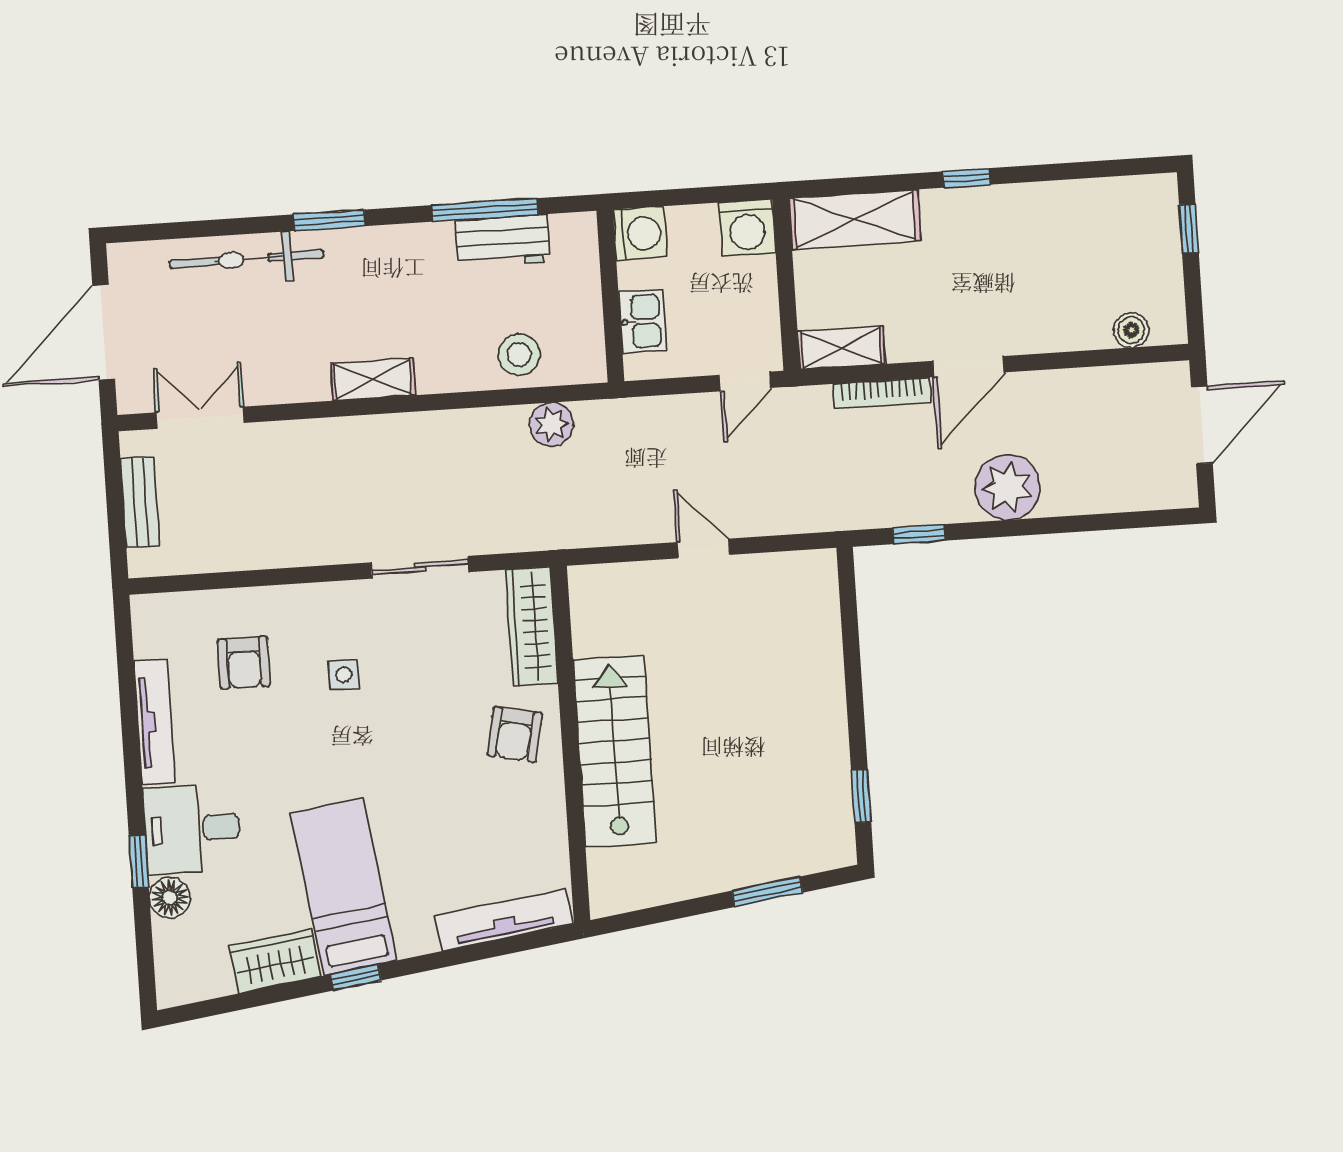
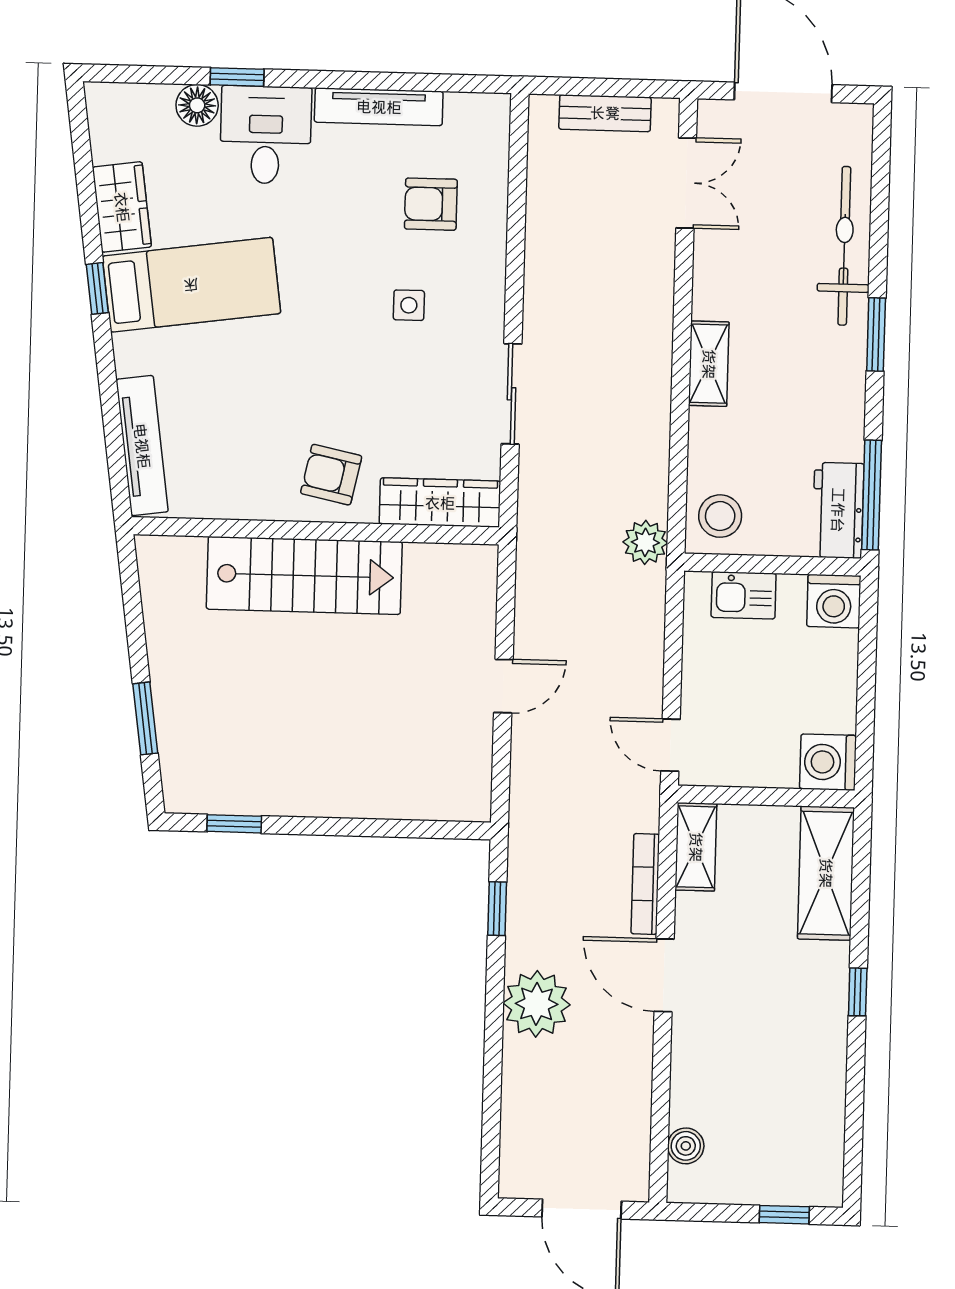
washing machine: (640, 233) -> (834, 601), moved
wall: (610, 296) -> (773, 565), moved
kitchen sink: (643, 321) -> (744, 595), moved

